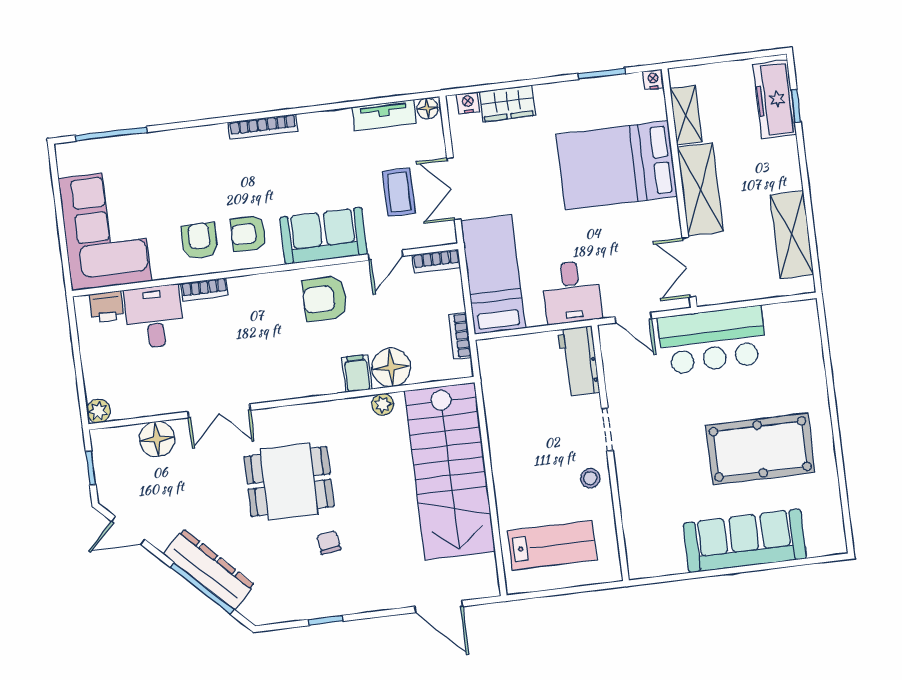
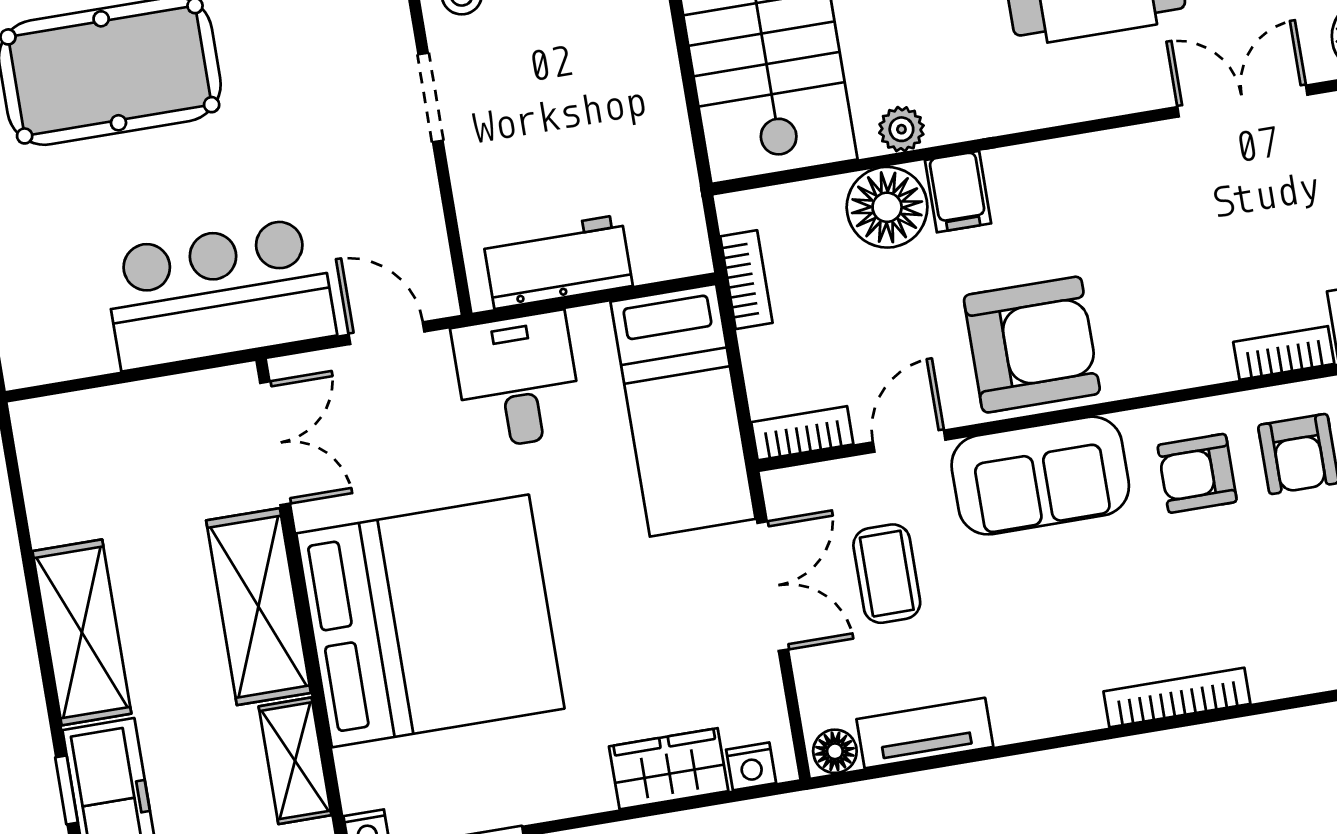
bed: (617, 165) -> (430, 621), width x1.36
armchair: (248, 234) -> (1197, 473), turned 180
shelving: (792, 235) -> (82, 632), moved
armchair: (325, 299) -> (1032, 345), width x1.36, depth x1.36
workbench: (579, 361) -> (558, 262), moved, turned -90

